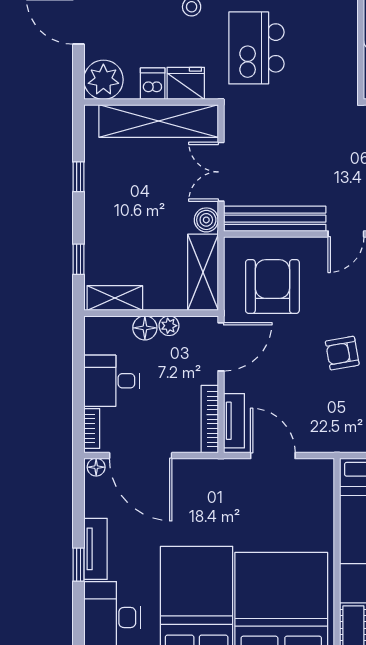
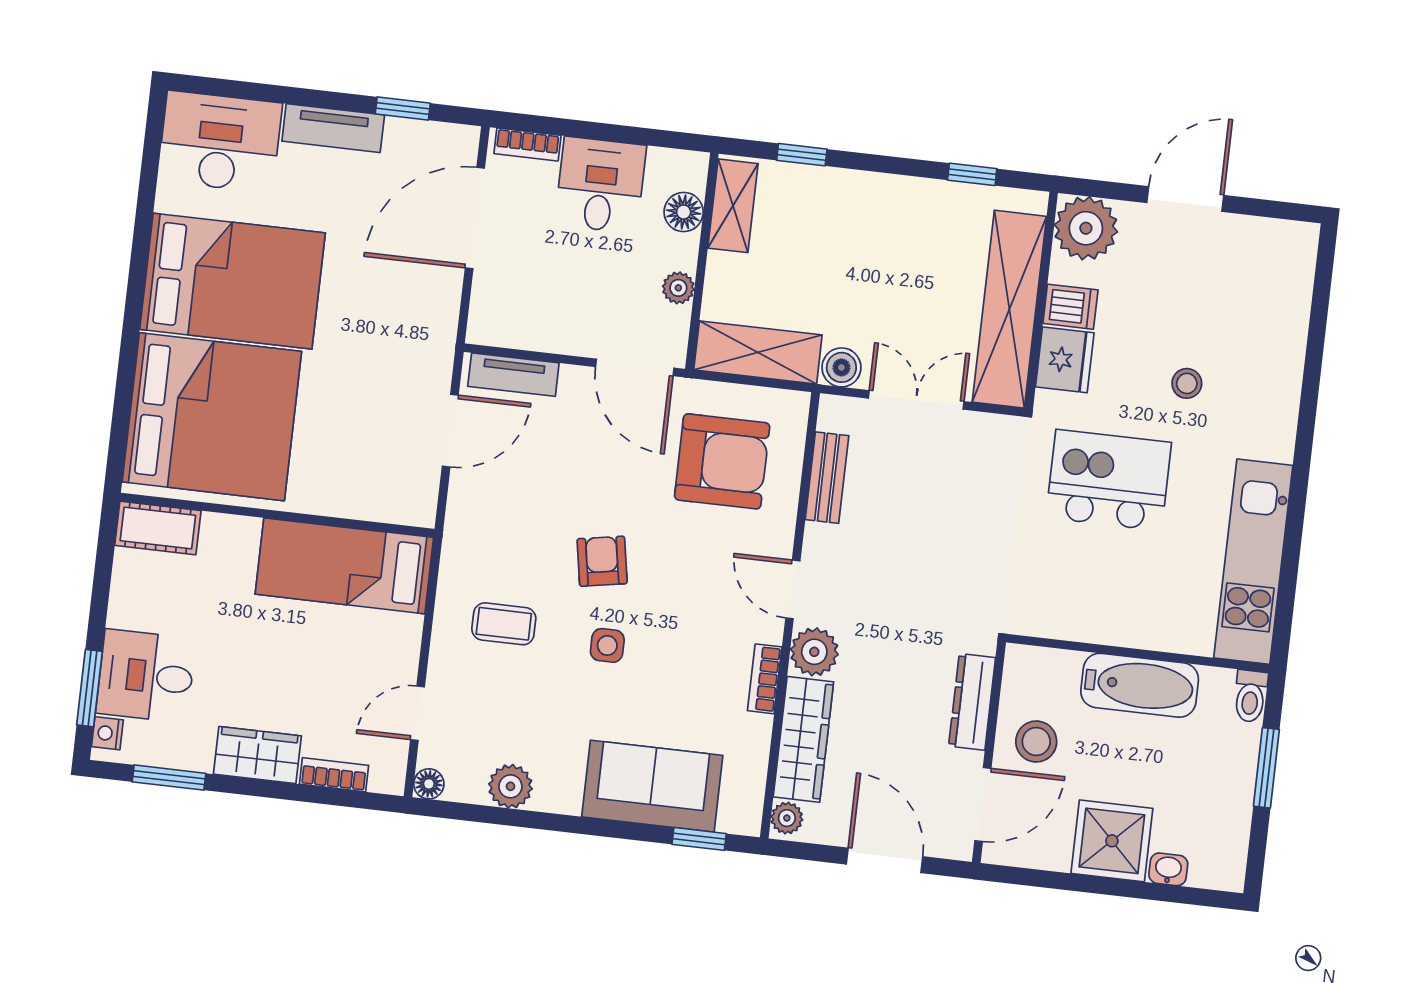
window: (78, 177) -> (972, 174), moved
bench: (275, 219) -> (827, 478), width x0.54, depth x0.82
floor lamp: (145, 328) -> (684, 212), moved
bookcase: (210, 419) -> (520, 336), removed
floor lamp: (96, 467) -> (464, 144), removed
window: (78, 565) -> (403, 108), moved

